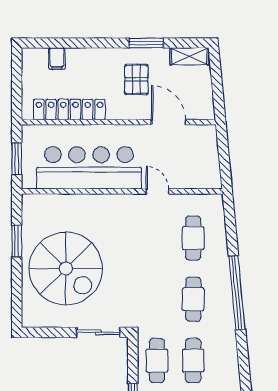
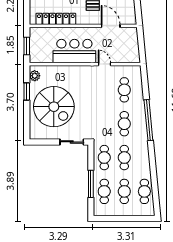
bar counter: (89, 168) -> (74, 51), width x0.73
plant: (31, 213) -> (35, 76), added

